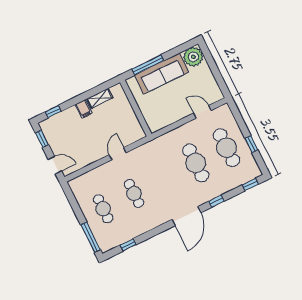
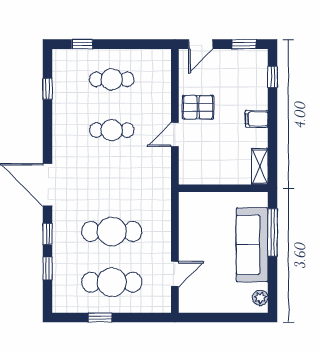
plant: (193, 57) -> (260, 298), width x0.53, depth x0.53
shelving: (100, 98) -> (260, 167), moved
pallet: (94, 148) -> (198, 107), added
door: (118, 154) -> (175, 135), swing flipped
window: (250, 185) -> (48, 268), moved
window: (91, 237) -> (82, 44), width x0.46

